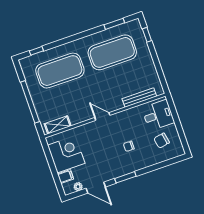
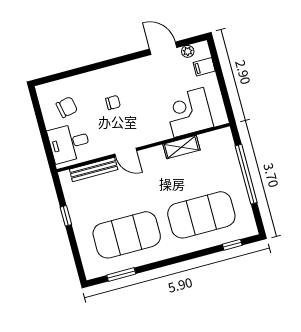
window: (147, 35) -> (66, 216), moved
door: (102, 116) -> (126, 152), moved
shelving: (58, 125) -> (181, 147), moved
corner desk: (66, 154) -> (189, 112), moved, turned 90
window: (125, 177) -> (121, 60), removed

